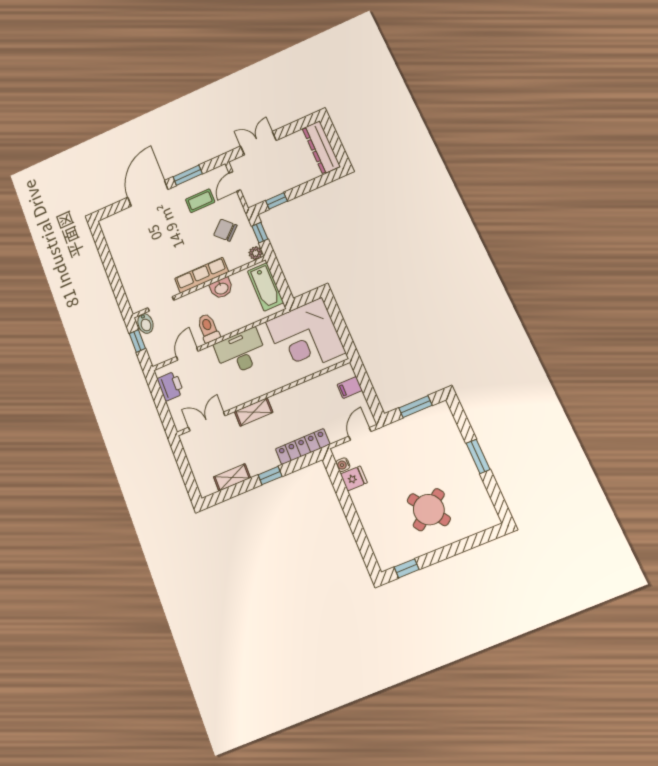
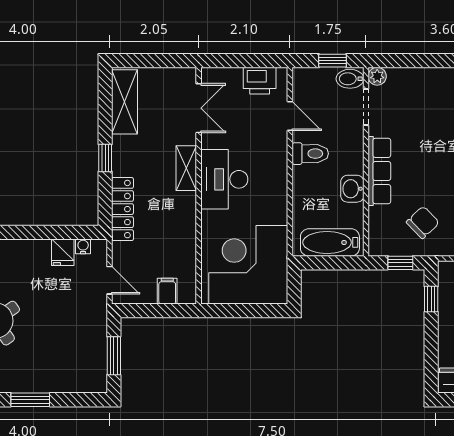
plant: (255, 253) -> (377, 76), moved
desk: (241, 352) -> (224, 179), moved, turned 180
shelving: (232, 477) -> (125, 102), width x1.50, depth x1.33

